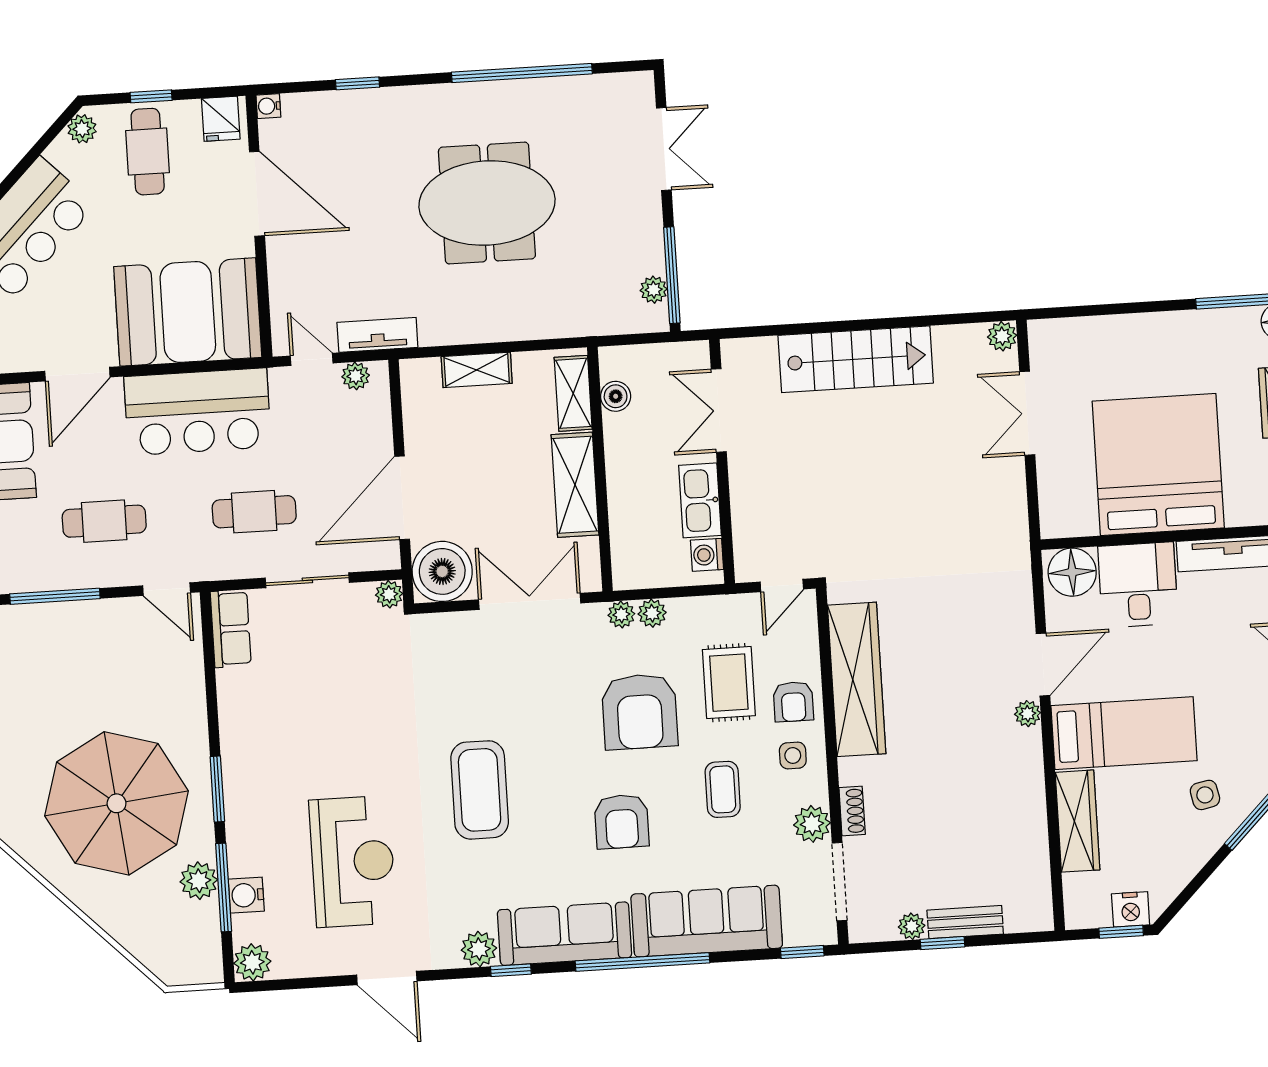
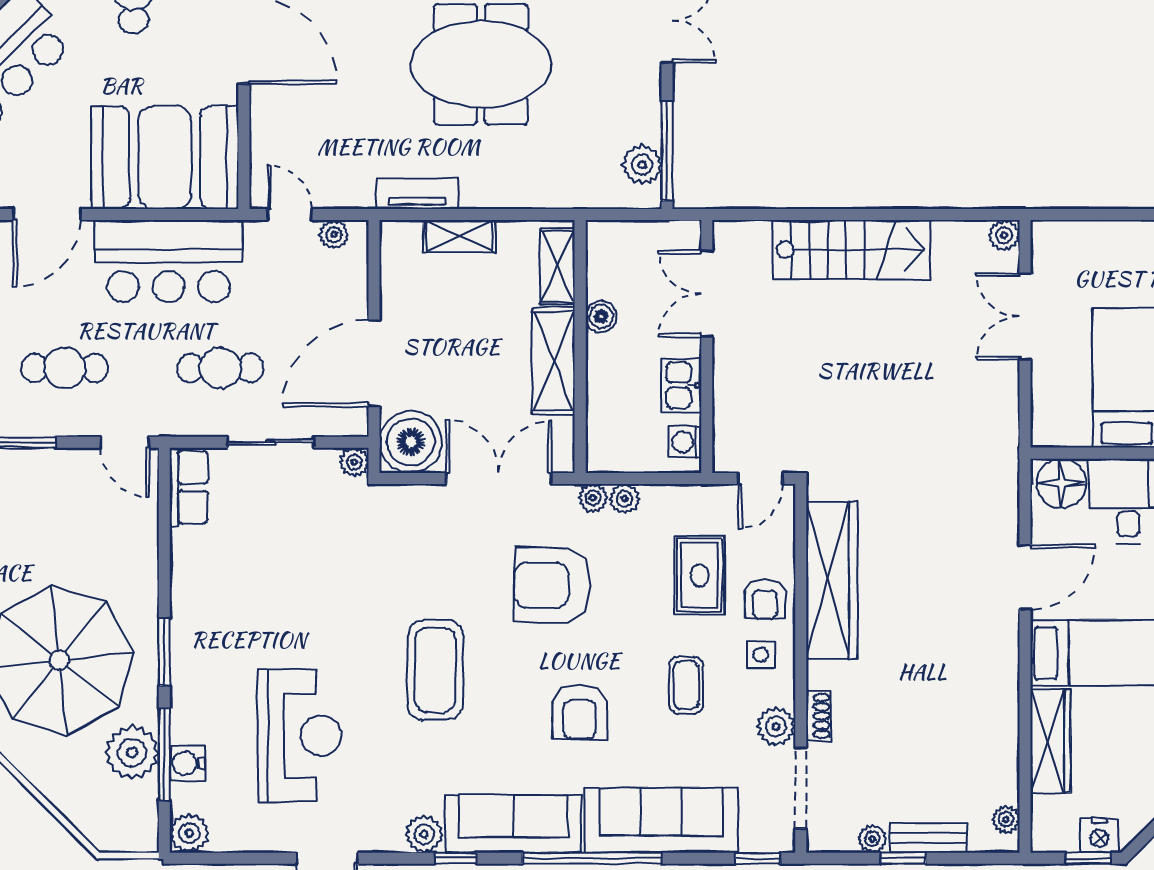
plant: (654, 290) -> (642, 165), width x1.38, depth x1.38
tv unit: (377, 335) -> (417, 193), moved
boiler: (616, 396) -> (601, 316), moved
kitchen sink: (700, 500) -> (681, 385), width x0.73
armchair: (640, 712) -> (552, 585), moved, turned 91
plant: (1028, 714) -> (1006, 819), moved
plant: (199, 881) -> (132, 753), width x1.36, depth x1.36

